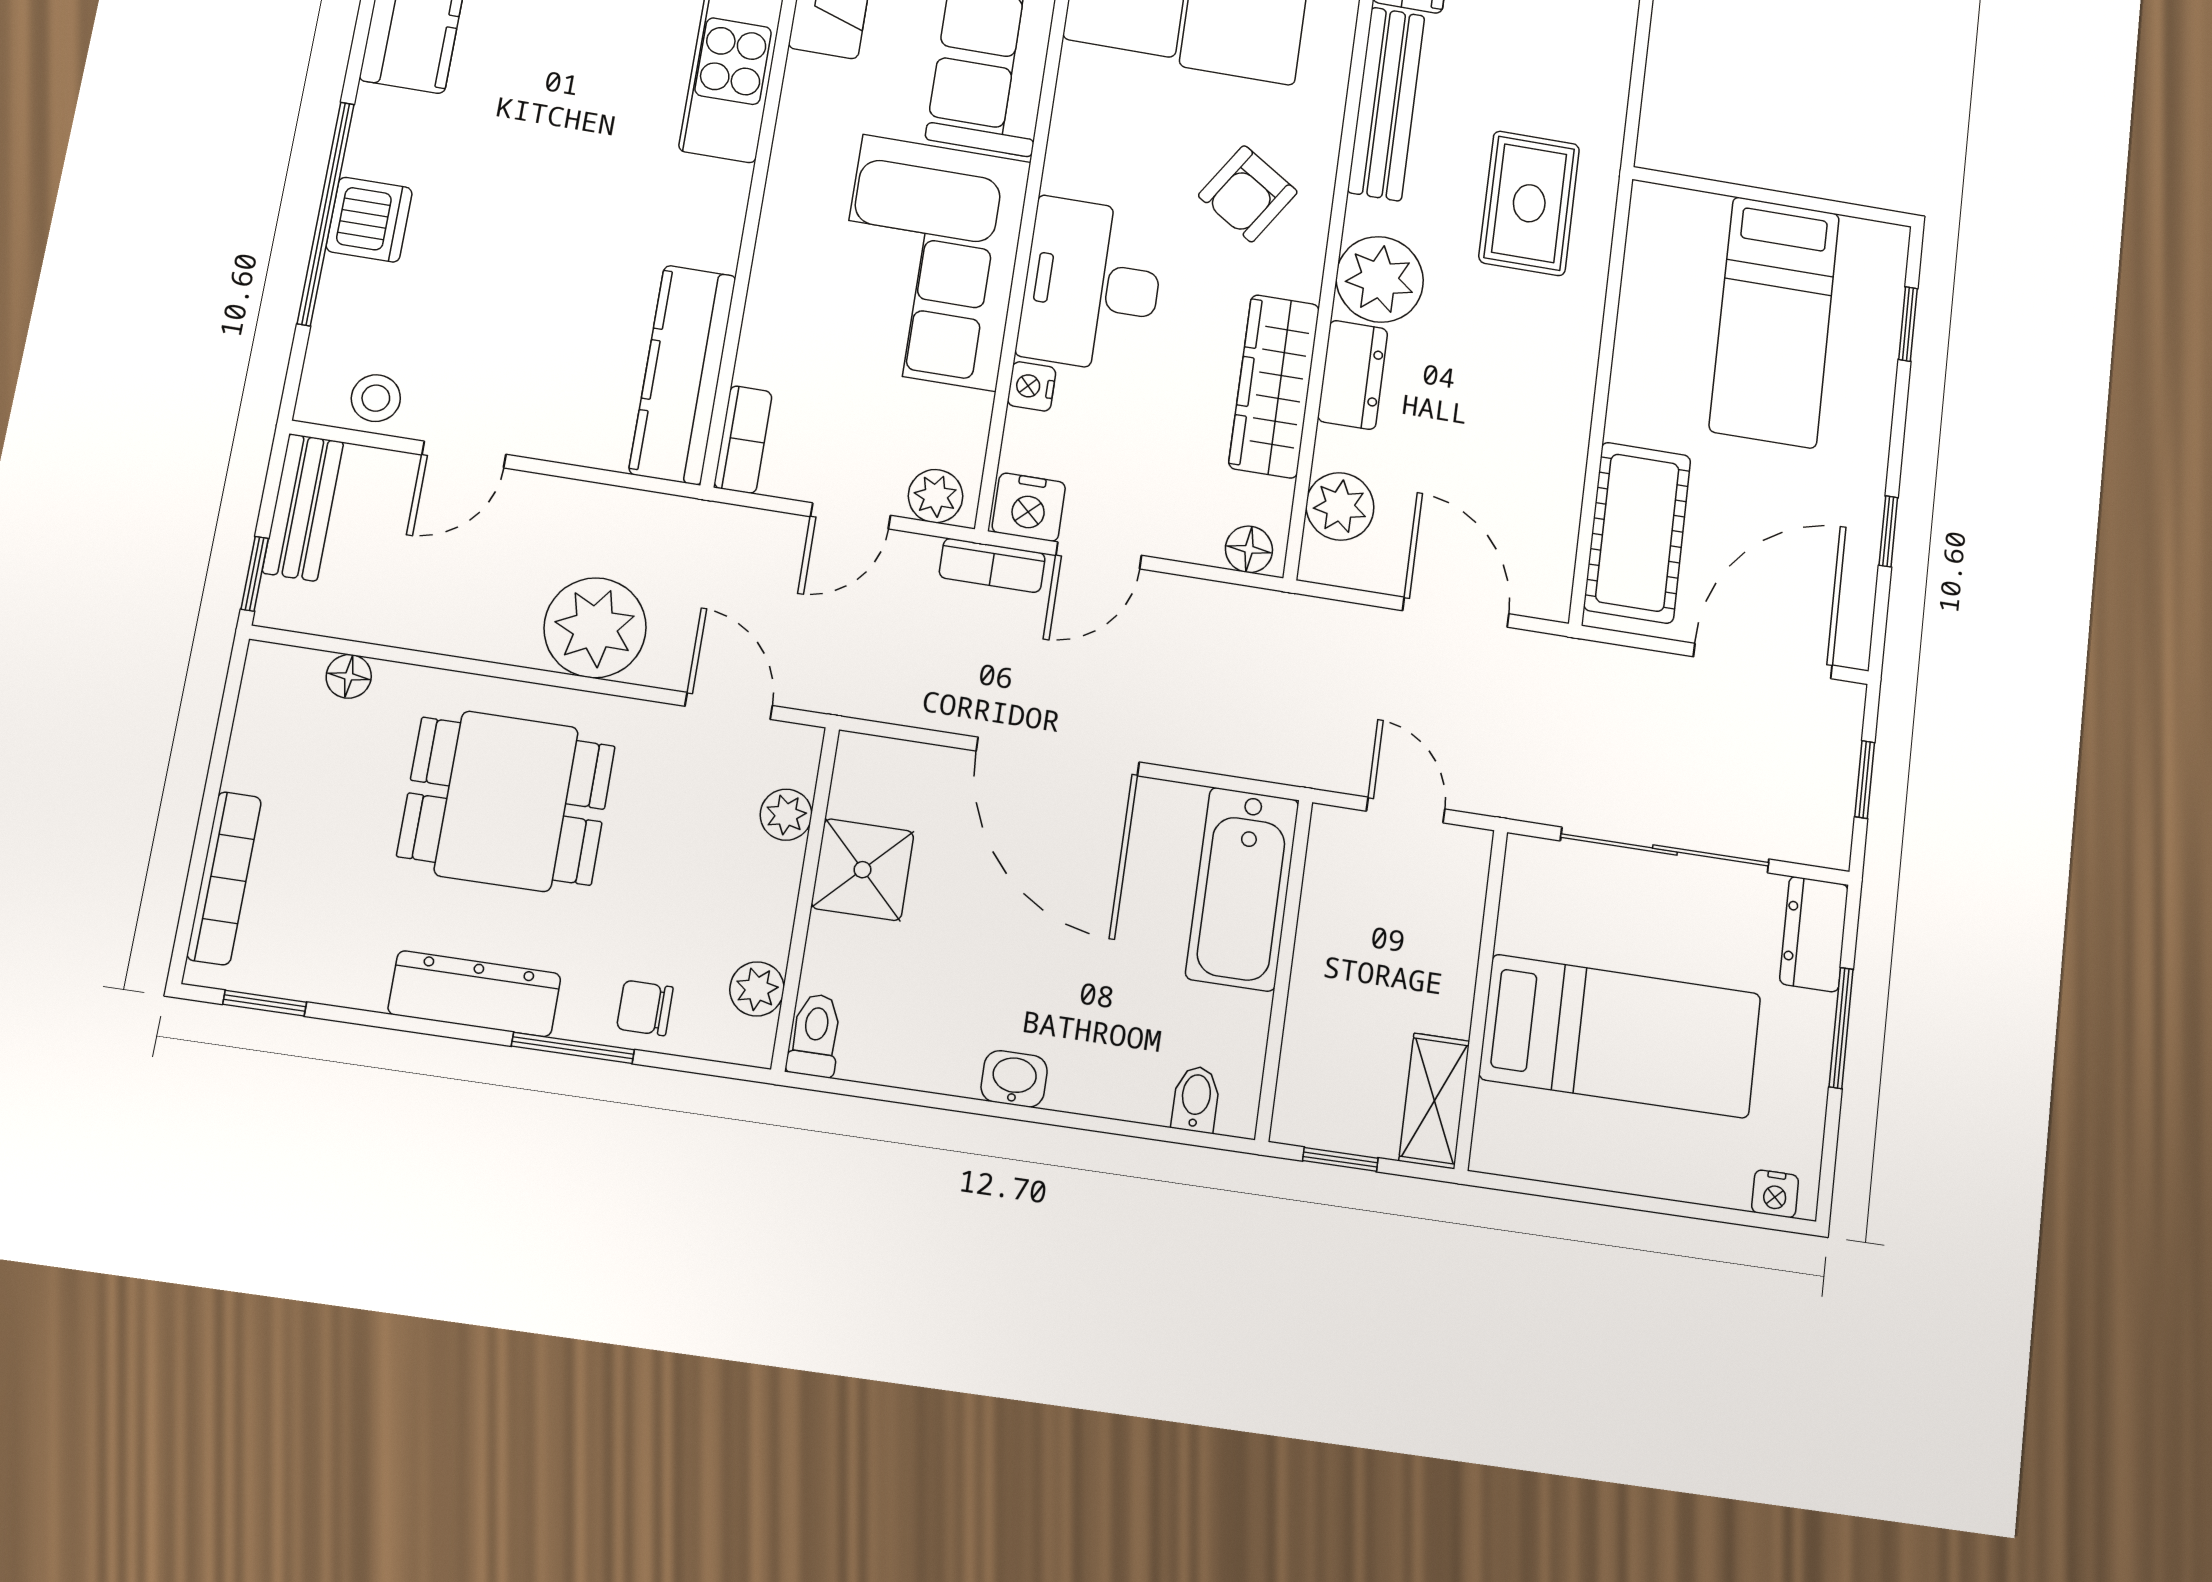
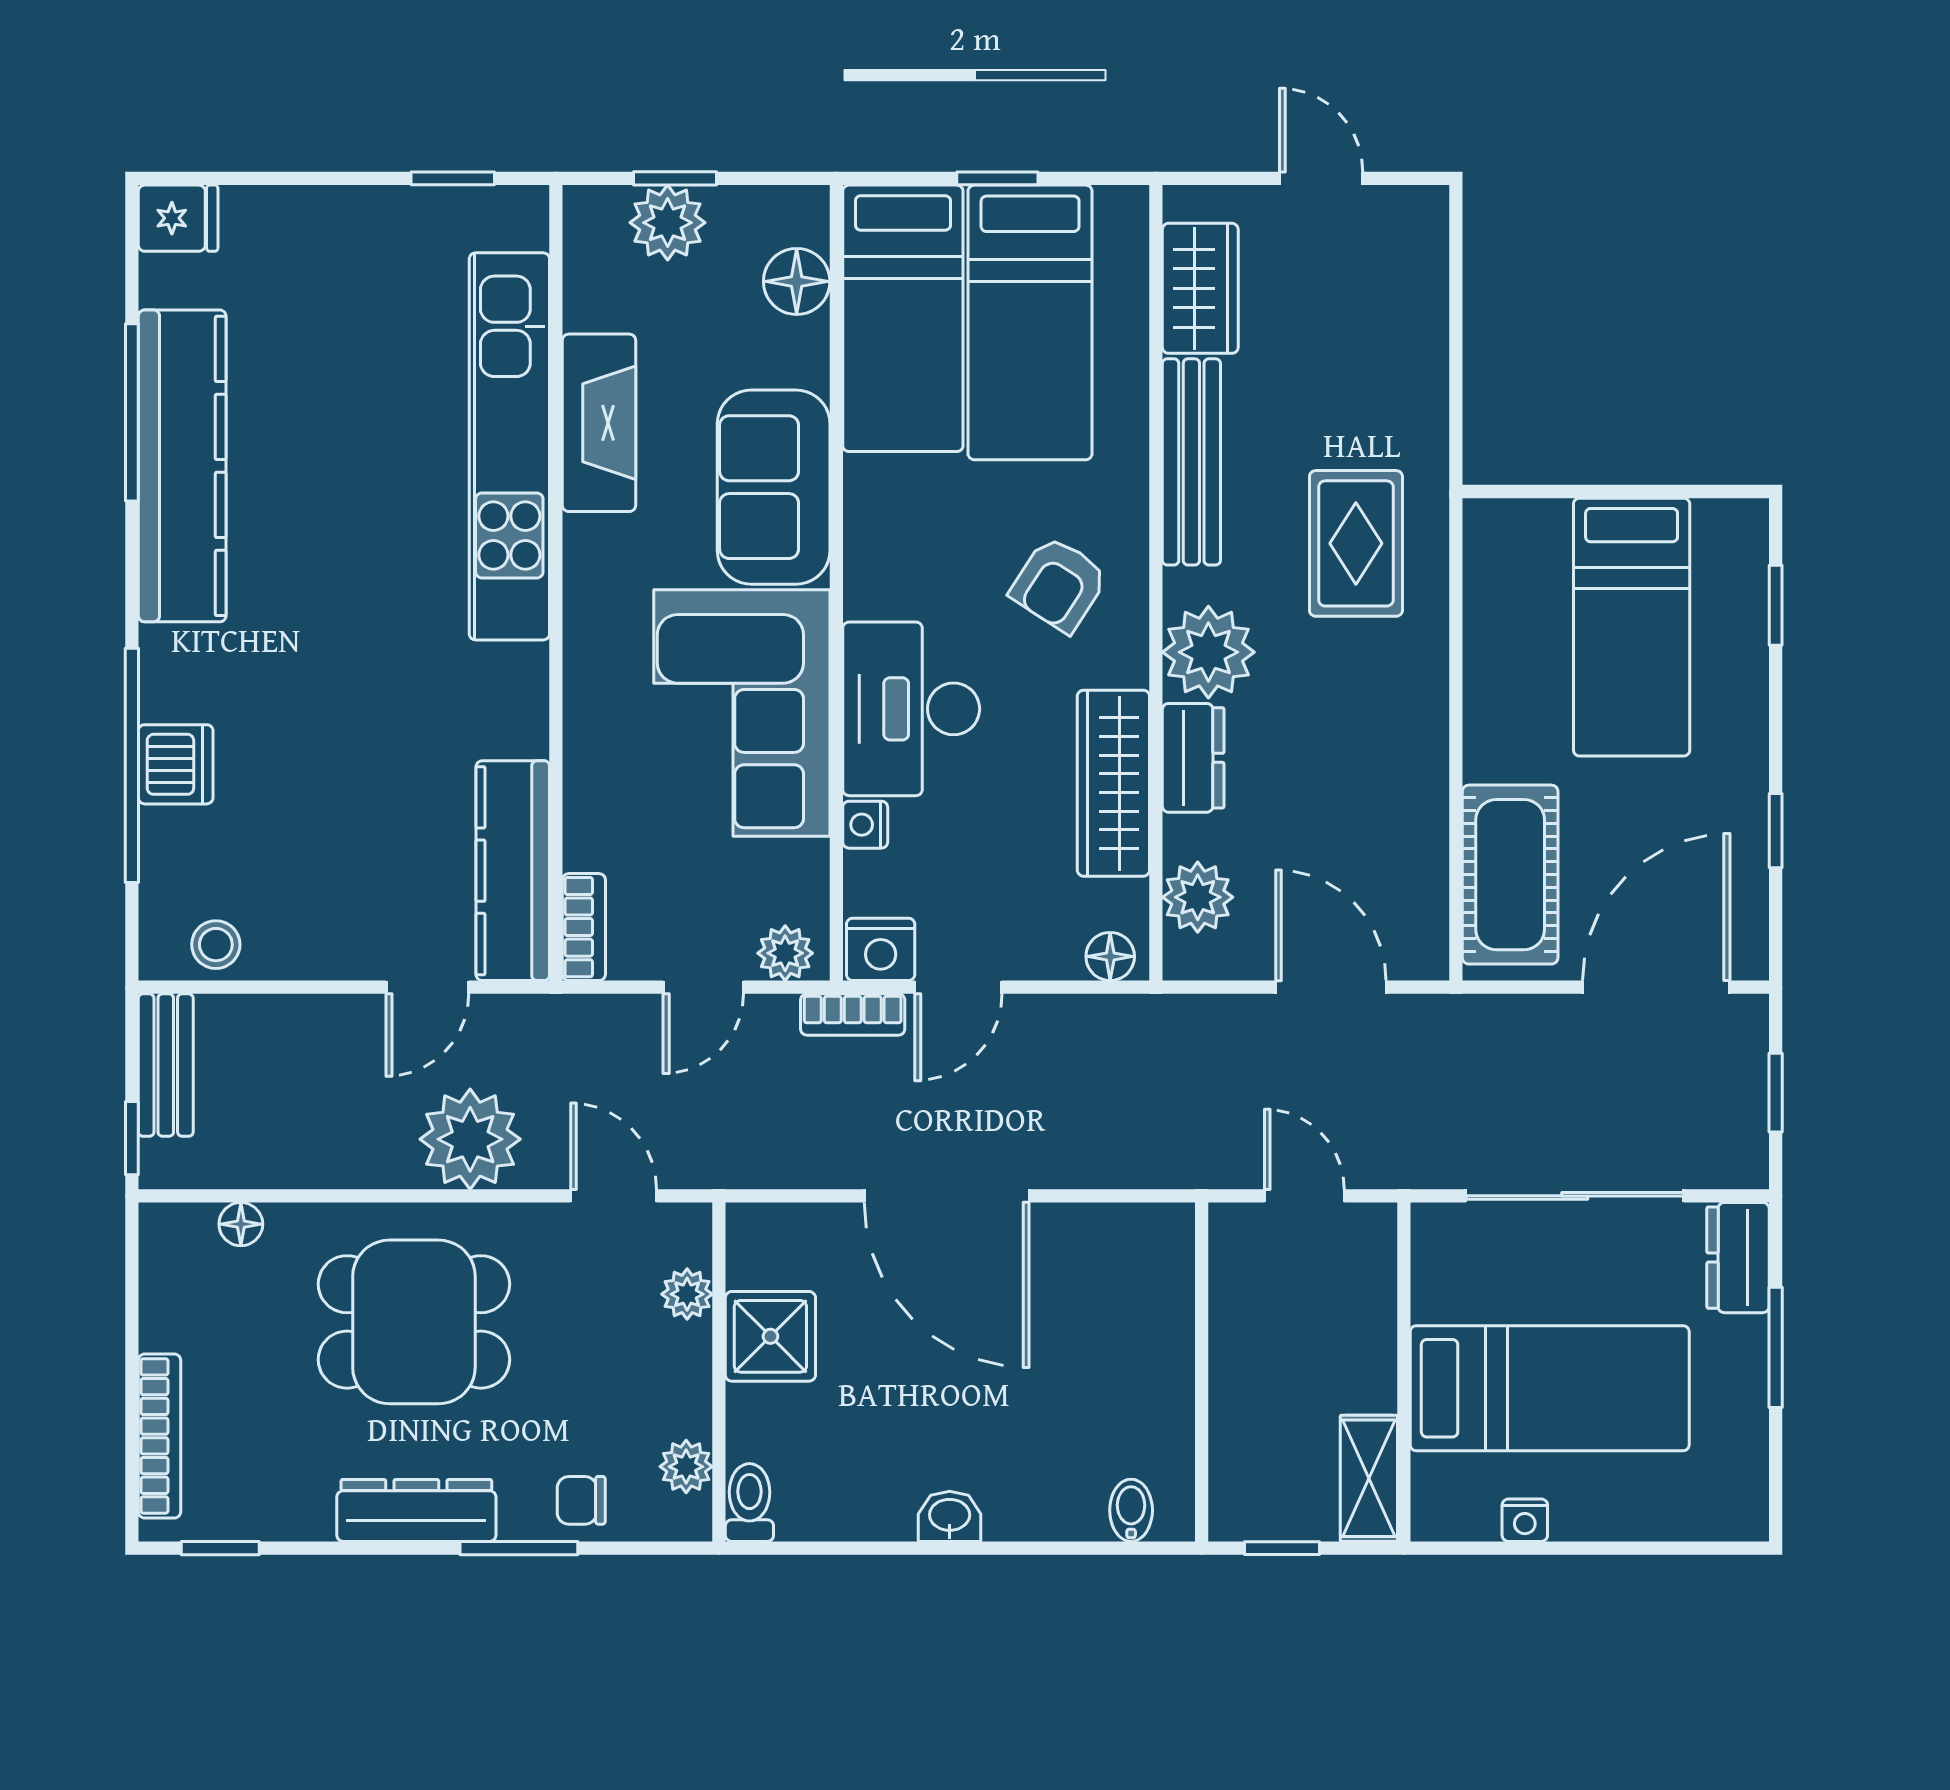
door: (464, 455) -> (427, 987), moved
bathtub: (1242, 889) -> (1149, 1299), removed
nightstand: (1775, 1194) -> (1525, 1520), moved

